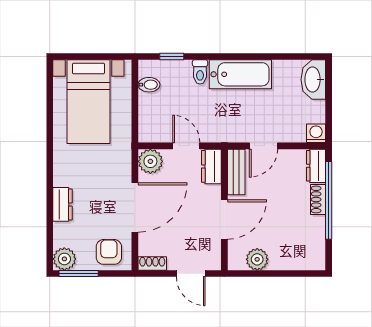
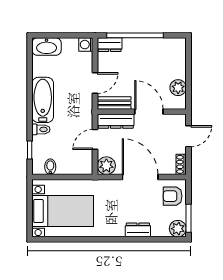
door: (263, 146) -> (95, 83), hinge flipped
dresser: (211, 166) -> (116, 121), width x1.44
shoe rack: (318, 199) -> (134, 43), removed

